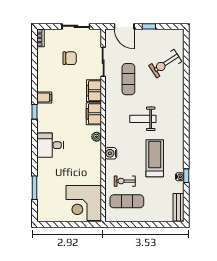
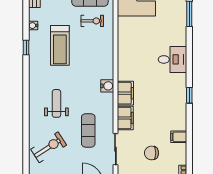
filing cabinet: (44, 97) -> (179, 137), moved
weight bench: (143, 119) -> (56, 103), moved, turned -90
plant: (96, 137) -> (123, 69), removed
water cooler: (111, 153) -> (107, 86), moved
window: (186, 176) -> (26, 48), moved

